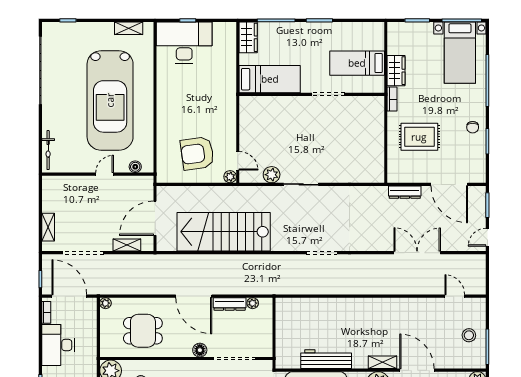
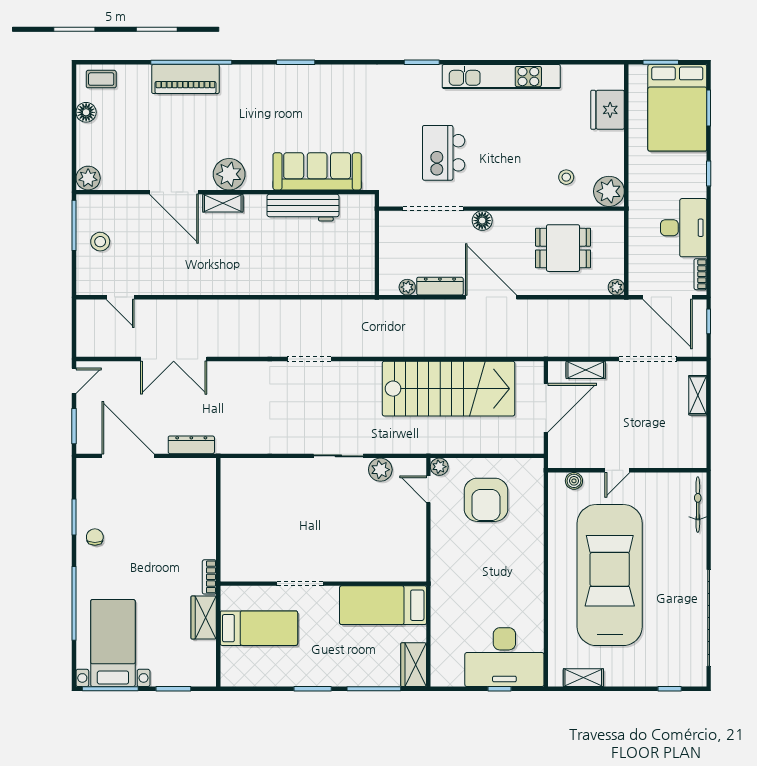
rug: (419, 137) -> (170, 523), removed
armchair: (197, 153) -> (486, 500), turned 98

